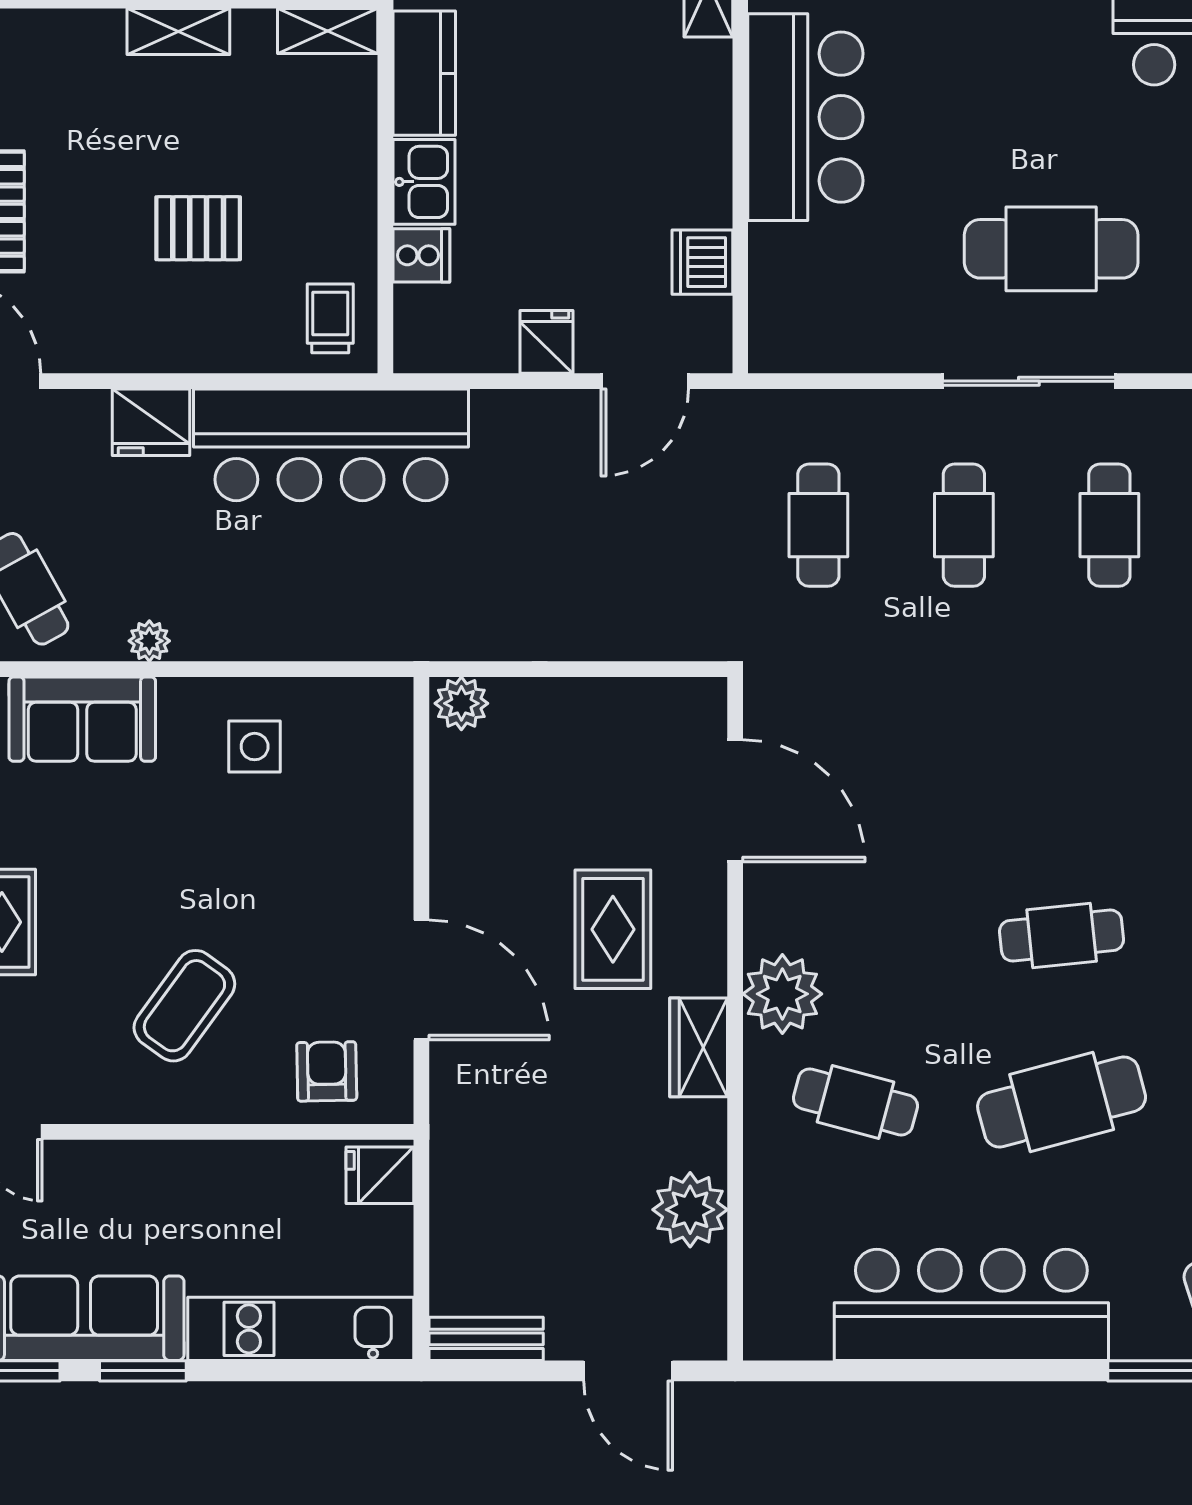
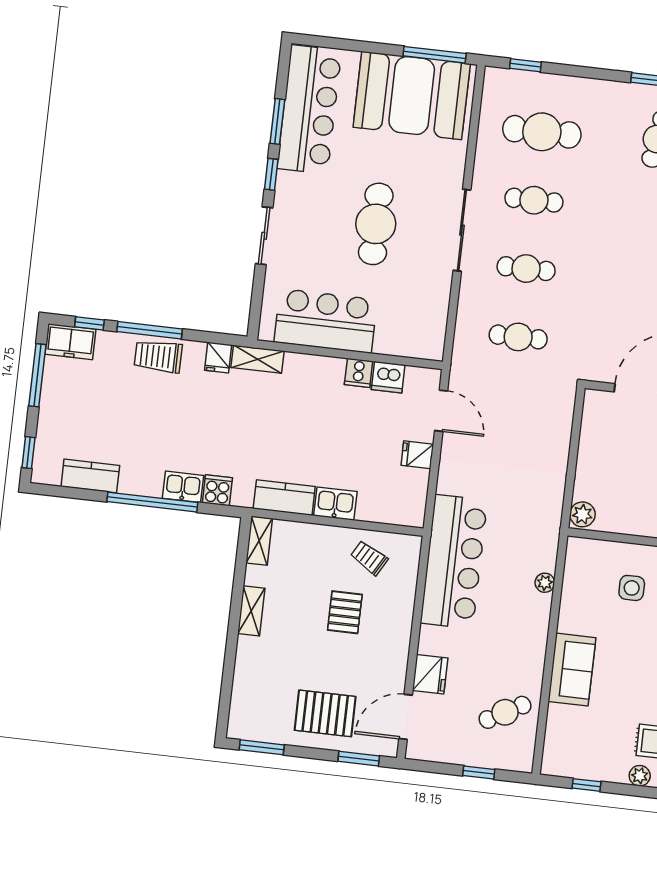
cafe table: (1051, 249) -> (376, 224), moved
cooker: (421, 255) -> (359, 373), moved, turned 180
trolley: (330, 318) -> (369, 558), moved, turned 30
fridge: (151, 422) -> (430, 674), moved
plant: (149, 641) -> (545, 583), moved
sofa: (82, 719) -> (572, 670), moved
side table: (255, 747) -> (632, 588), moved

